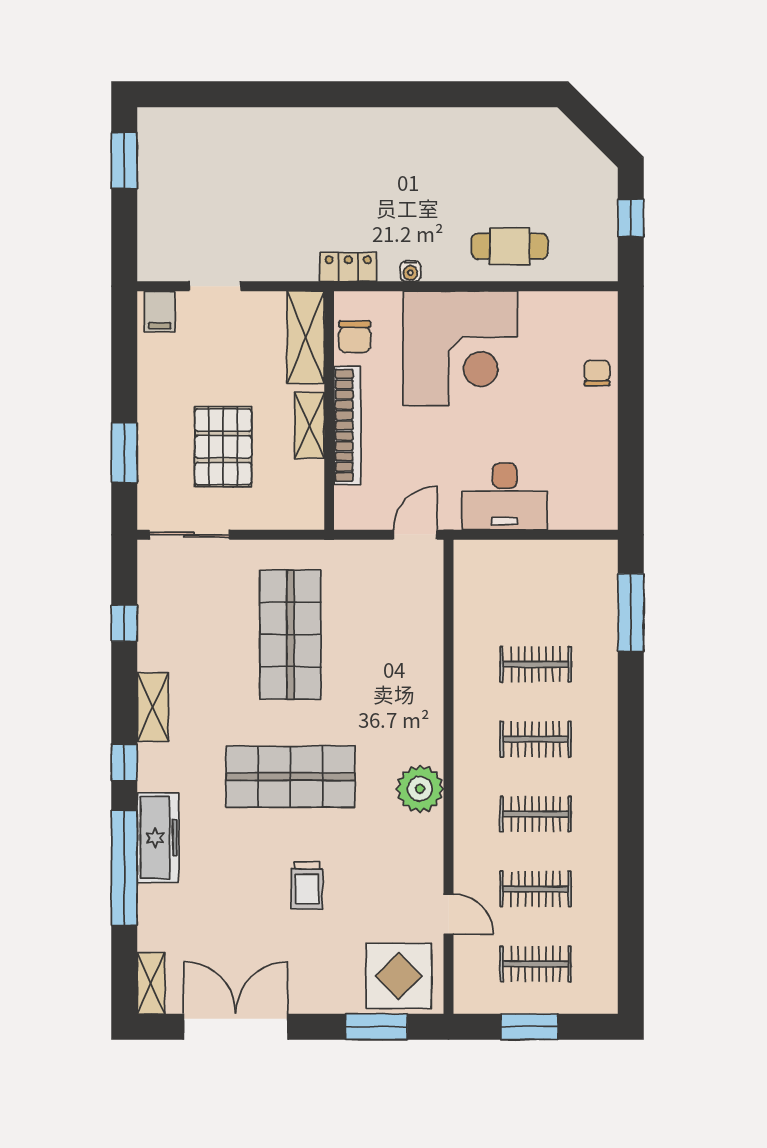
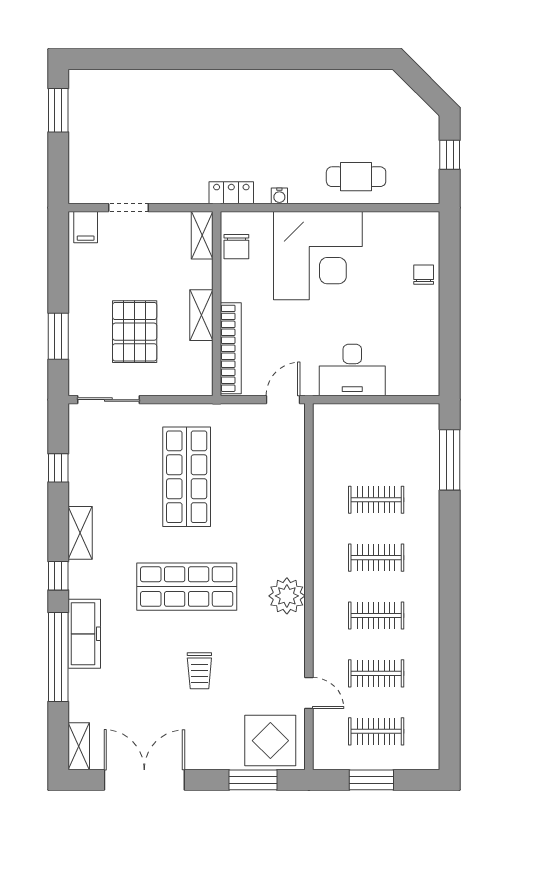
shelving: (306, 337) -> (202, 235), width x0.67, depth x0.75
bookcase: (347, 425) -> (231, 348), moved

